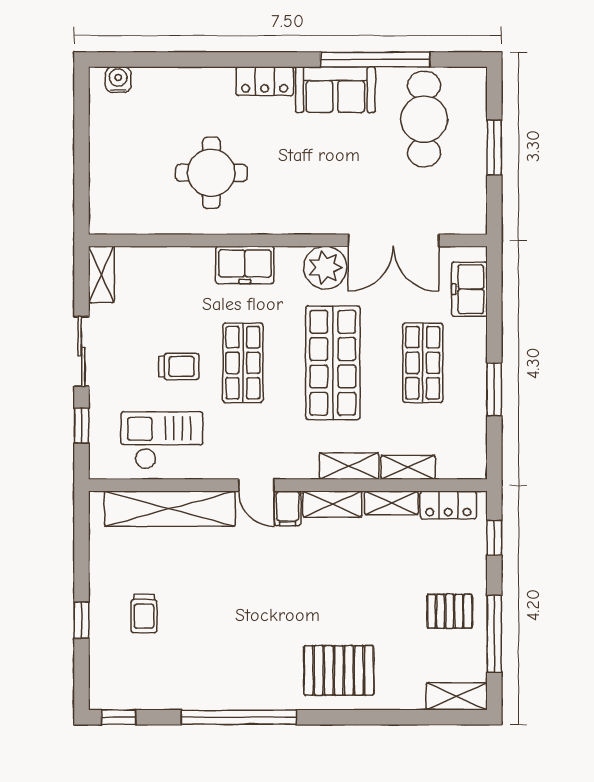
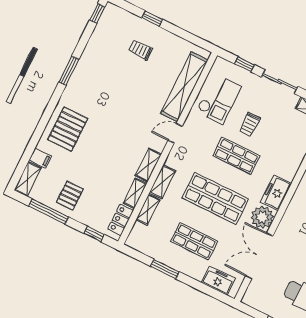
freezer: (245, 265) -> (276, 193), moved
filing cabinet: (288, 508) -> (40, 158), moved, turned 180
window: (239, 717) -> (69, 71), width x0.47

